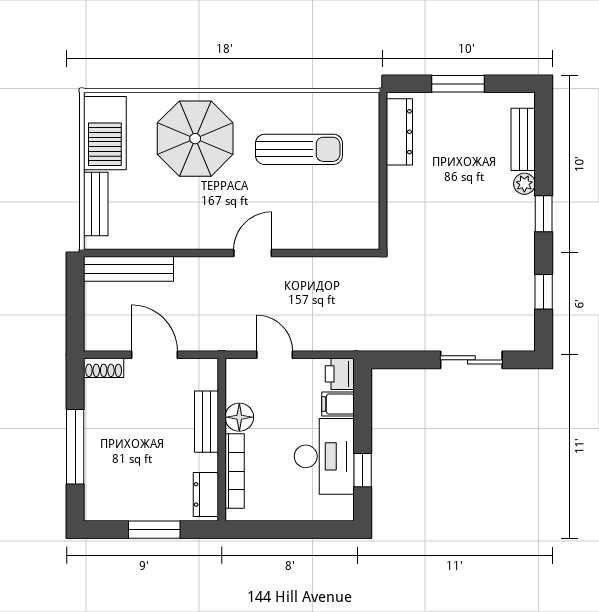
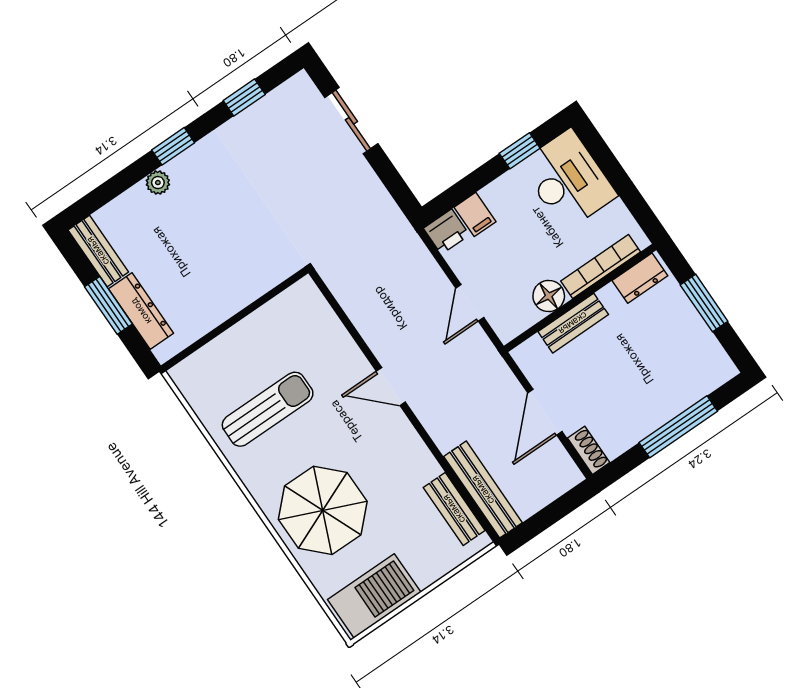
dresser: (399, 132) -> (141, 311), moved, turned 90
bench: (523, 139) -> (98, 251), moved, turned 90
sun lounger: (299, 149) -> (268, 409), turned 90
bench: (96, 204) -> (454, 509), moved, turned 90
desk: (324, 456) -> (568, 180), moved, turned 90

